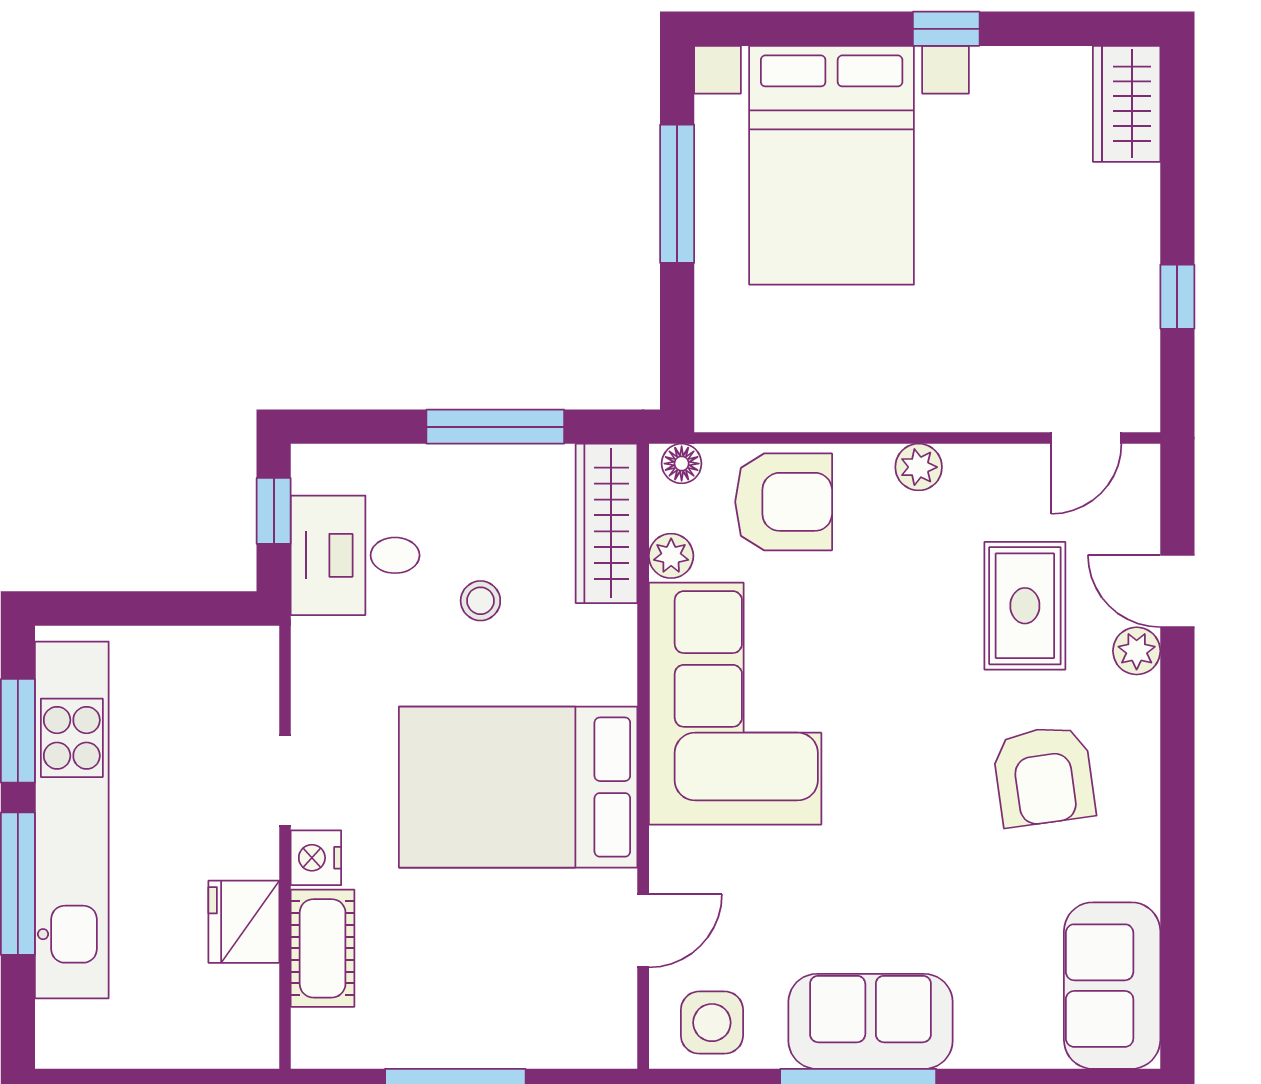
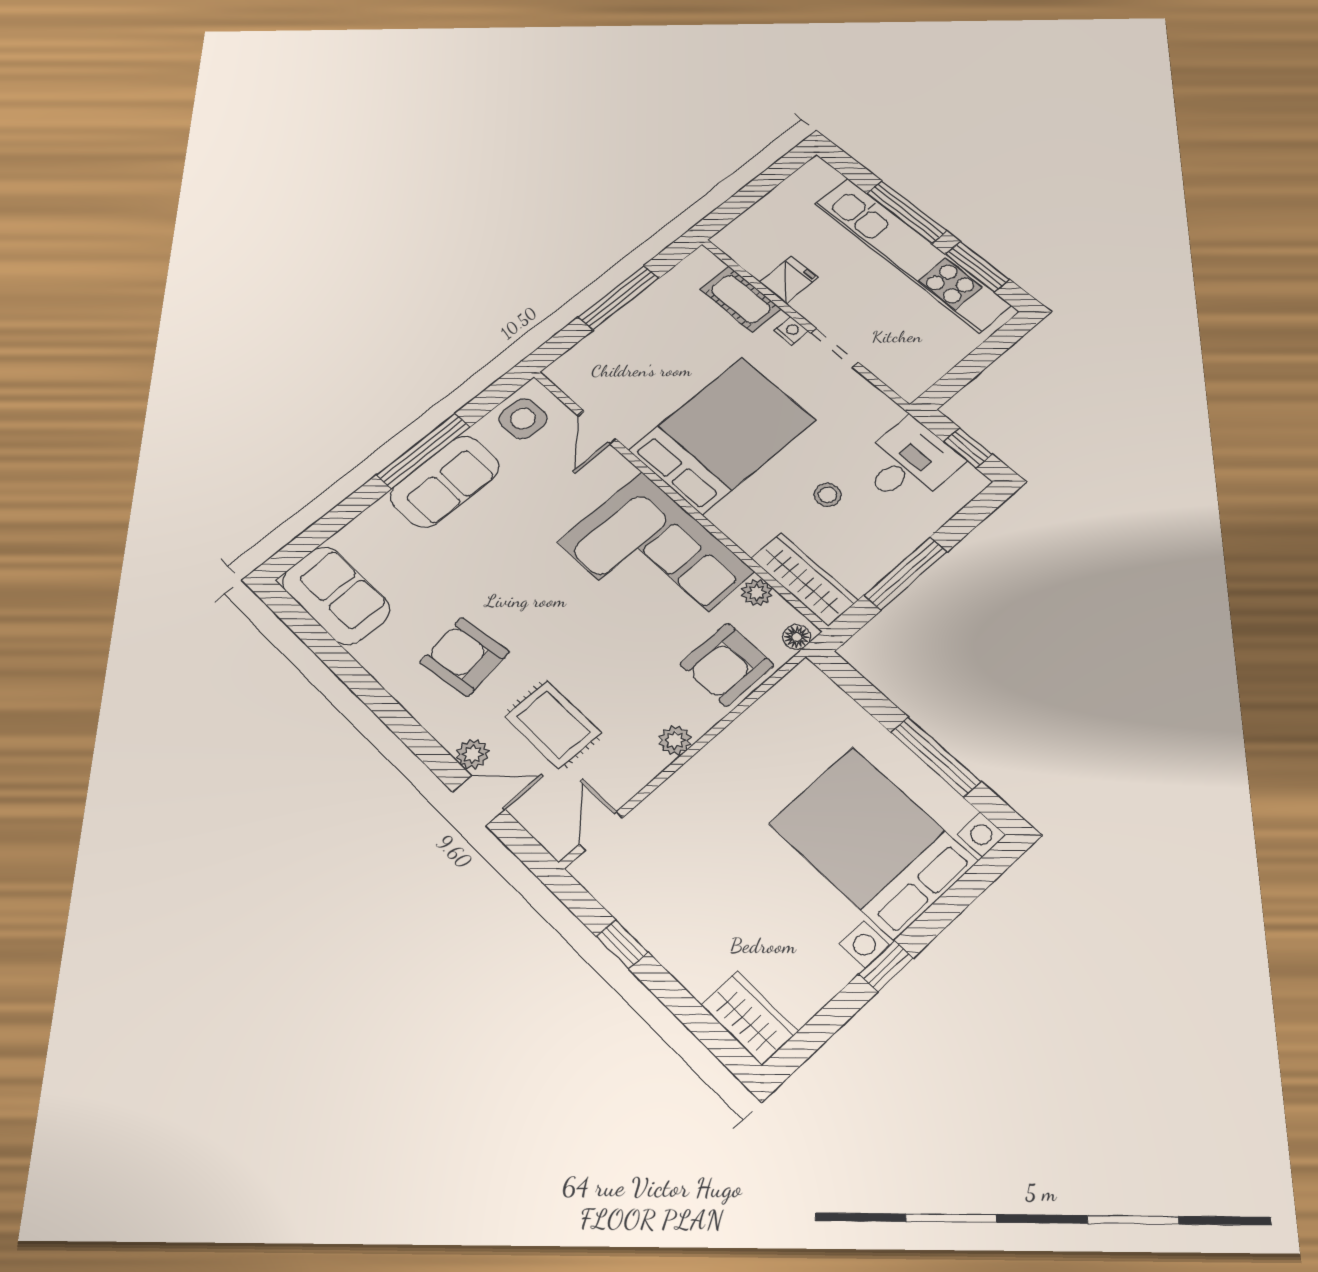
nightstand: (316, 858) -> (791, 331), width x0.72, depth x0.74
fridge: (244, 922) -> (789, 280), width x0.72

